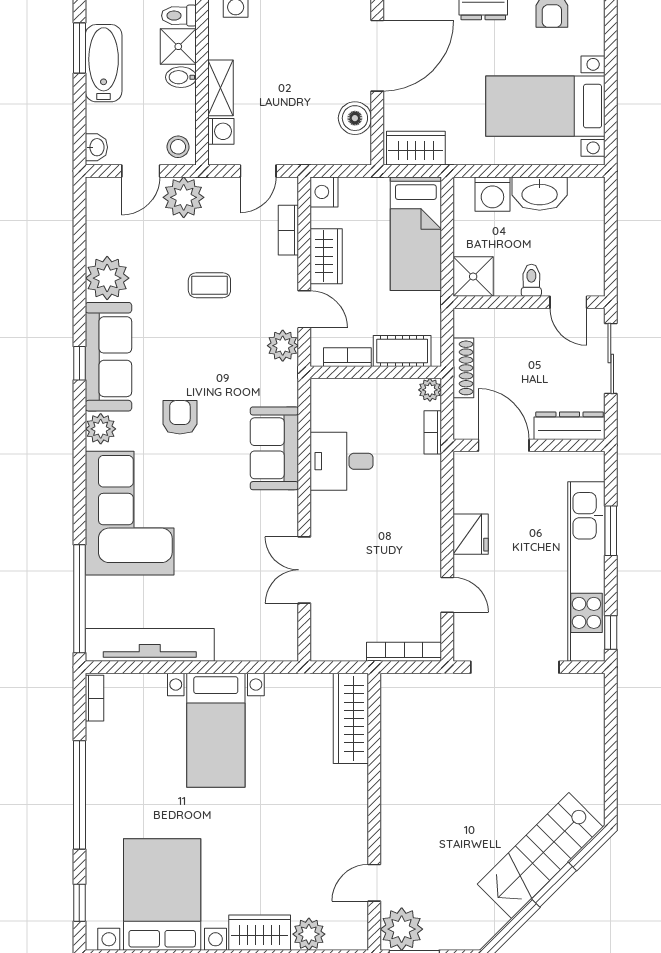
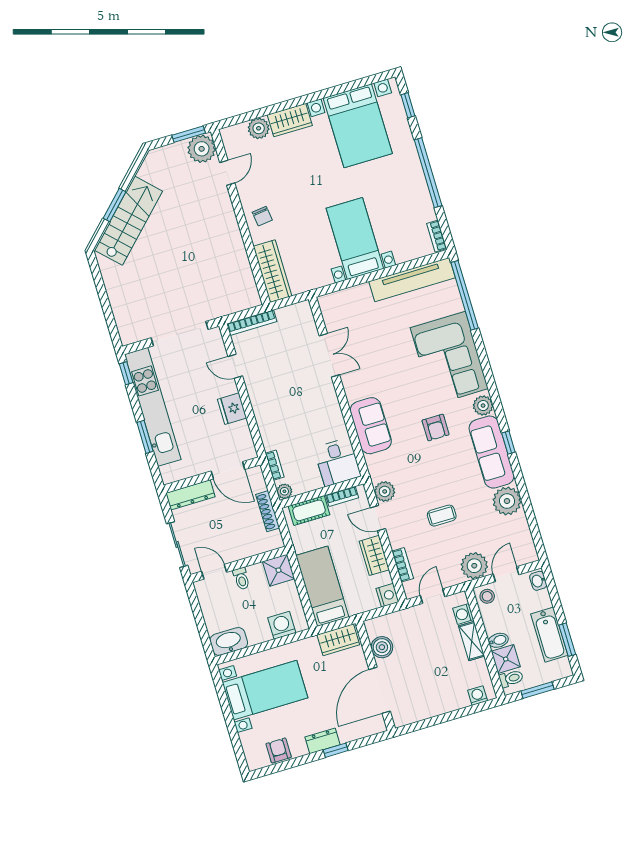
washbasin: (540, 194) -> (229, 641), moved
desk: (342, 461) -> (337, 462), moved, turned 90
chair: (342, 804) -> (262, 216), added

